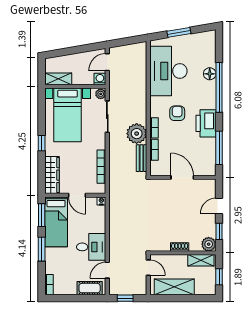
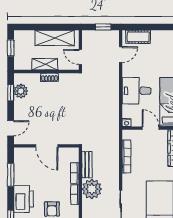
window: (219, 148) -> (11, 175), width x0.69
door: (219, 206) -> (11, 128), moved
plant: (209, 244) -> (21, 91), moved
desk: (91, 247) -> (137, 91), moved
shelving: (201, 260) -> (45, 64), moved

